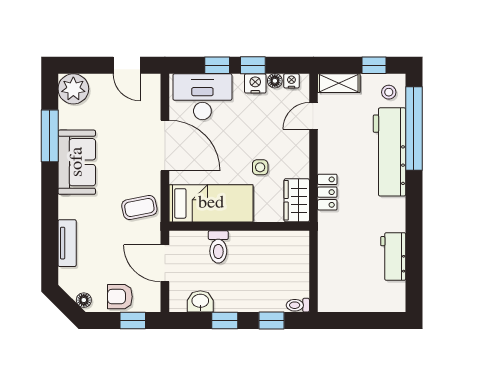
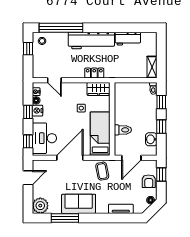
window: (217, 65) -> (28, 141), moved
shelving: (339, 83) -> (152, 67), moved
workbench: (389, 152) -> (91, 41), moved

